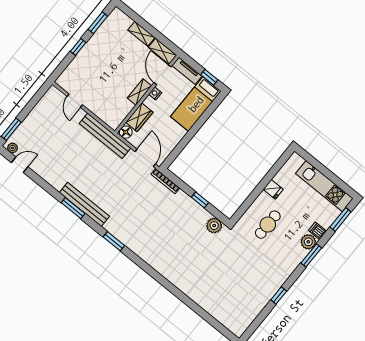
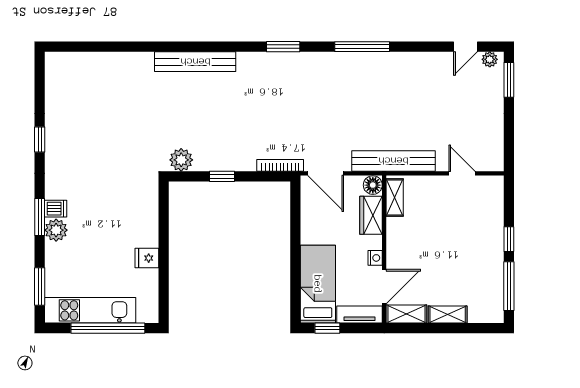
window: (98, 23) -> (509, 286), width x1.44
door: (163, 75) -> (384, 287), hinge flipped
shelving: (139, 92) -> (395, 198), moved
window: (323, 169) -> (108, 328), added
bench: (84, 204) -> (195, 62), moved
window: (73, 208) -> (362, 47), width x1.44
cafe table: (268, 225) -> (120, 212), removed
dishwasher: (318, 231) -> (56, 209), moved

